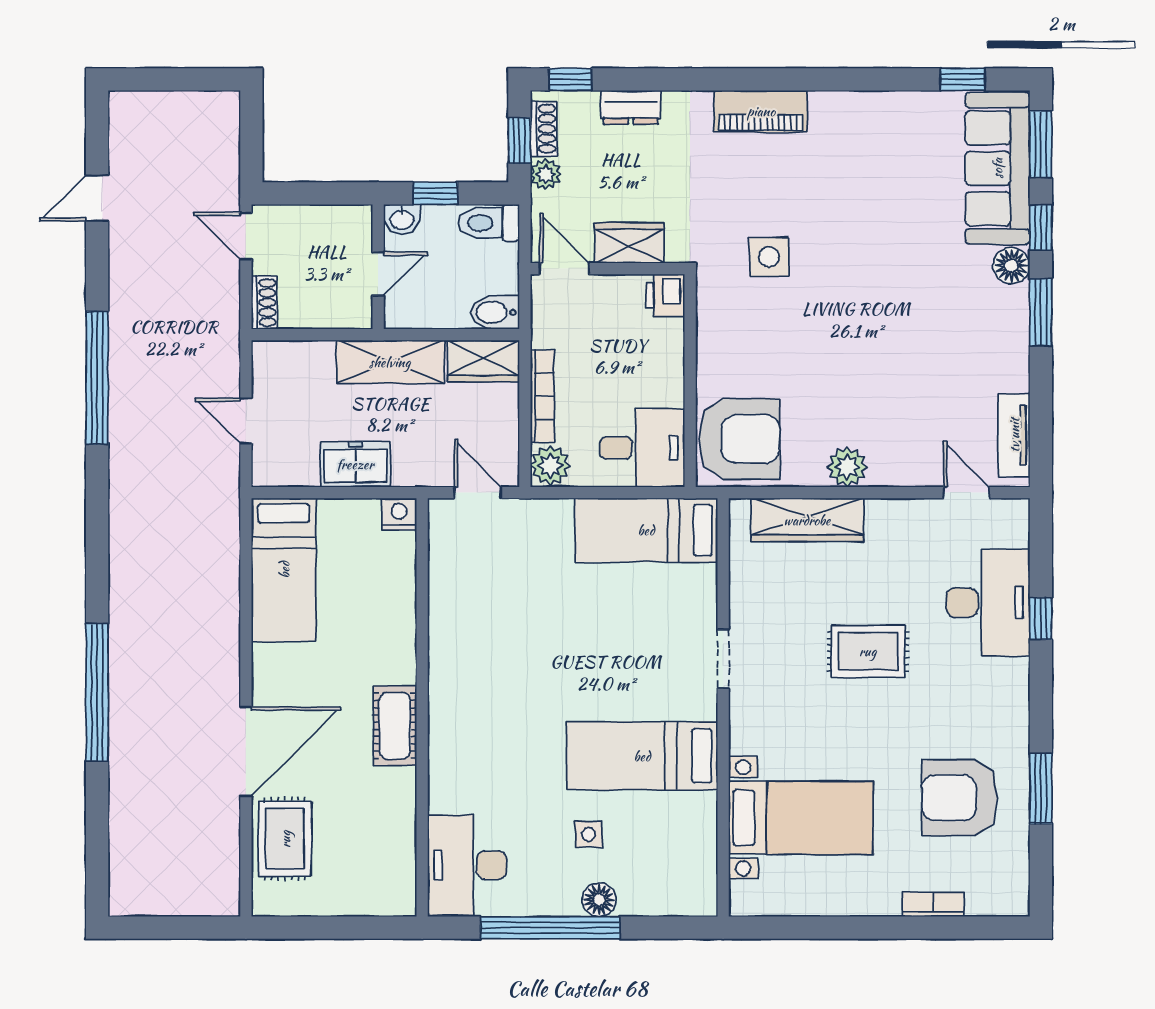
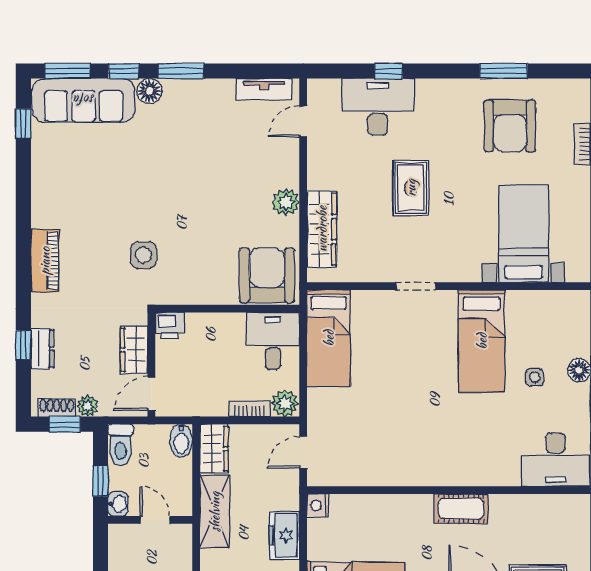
window: (570, 79) -> (23, 345), moved
bookcase: (542, 396) -> (249, 409), width x0.64

